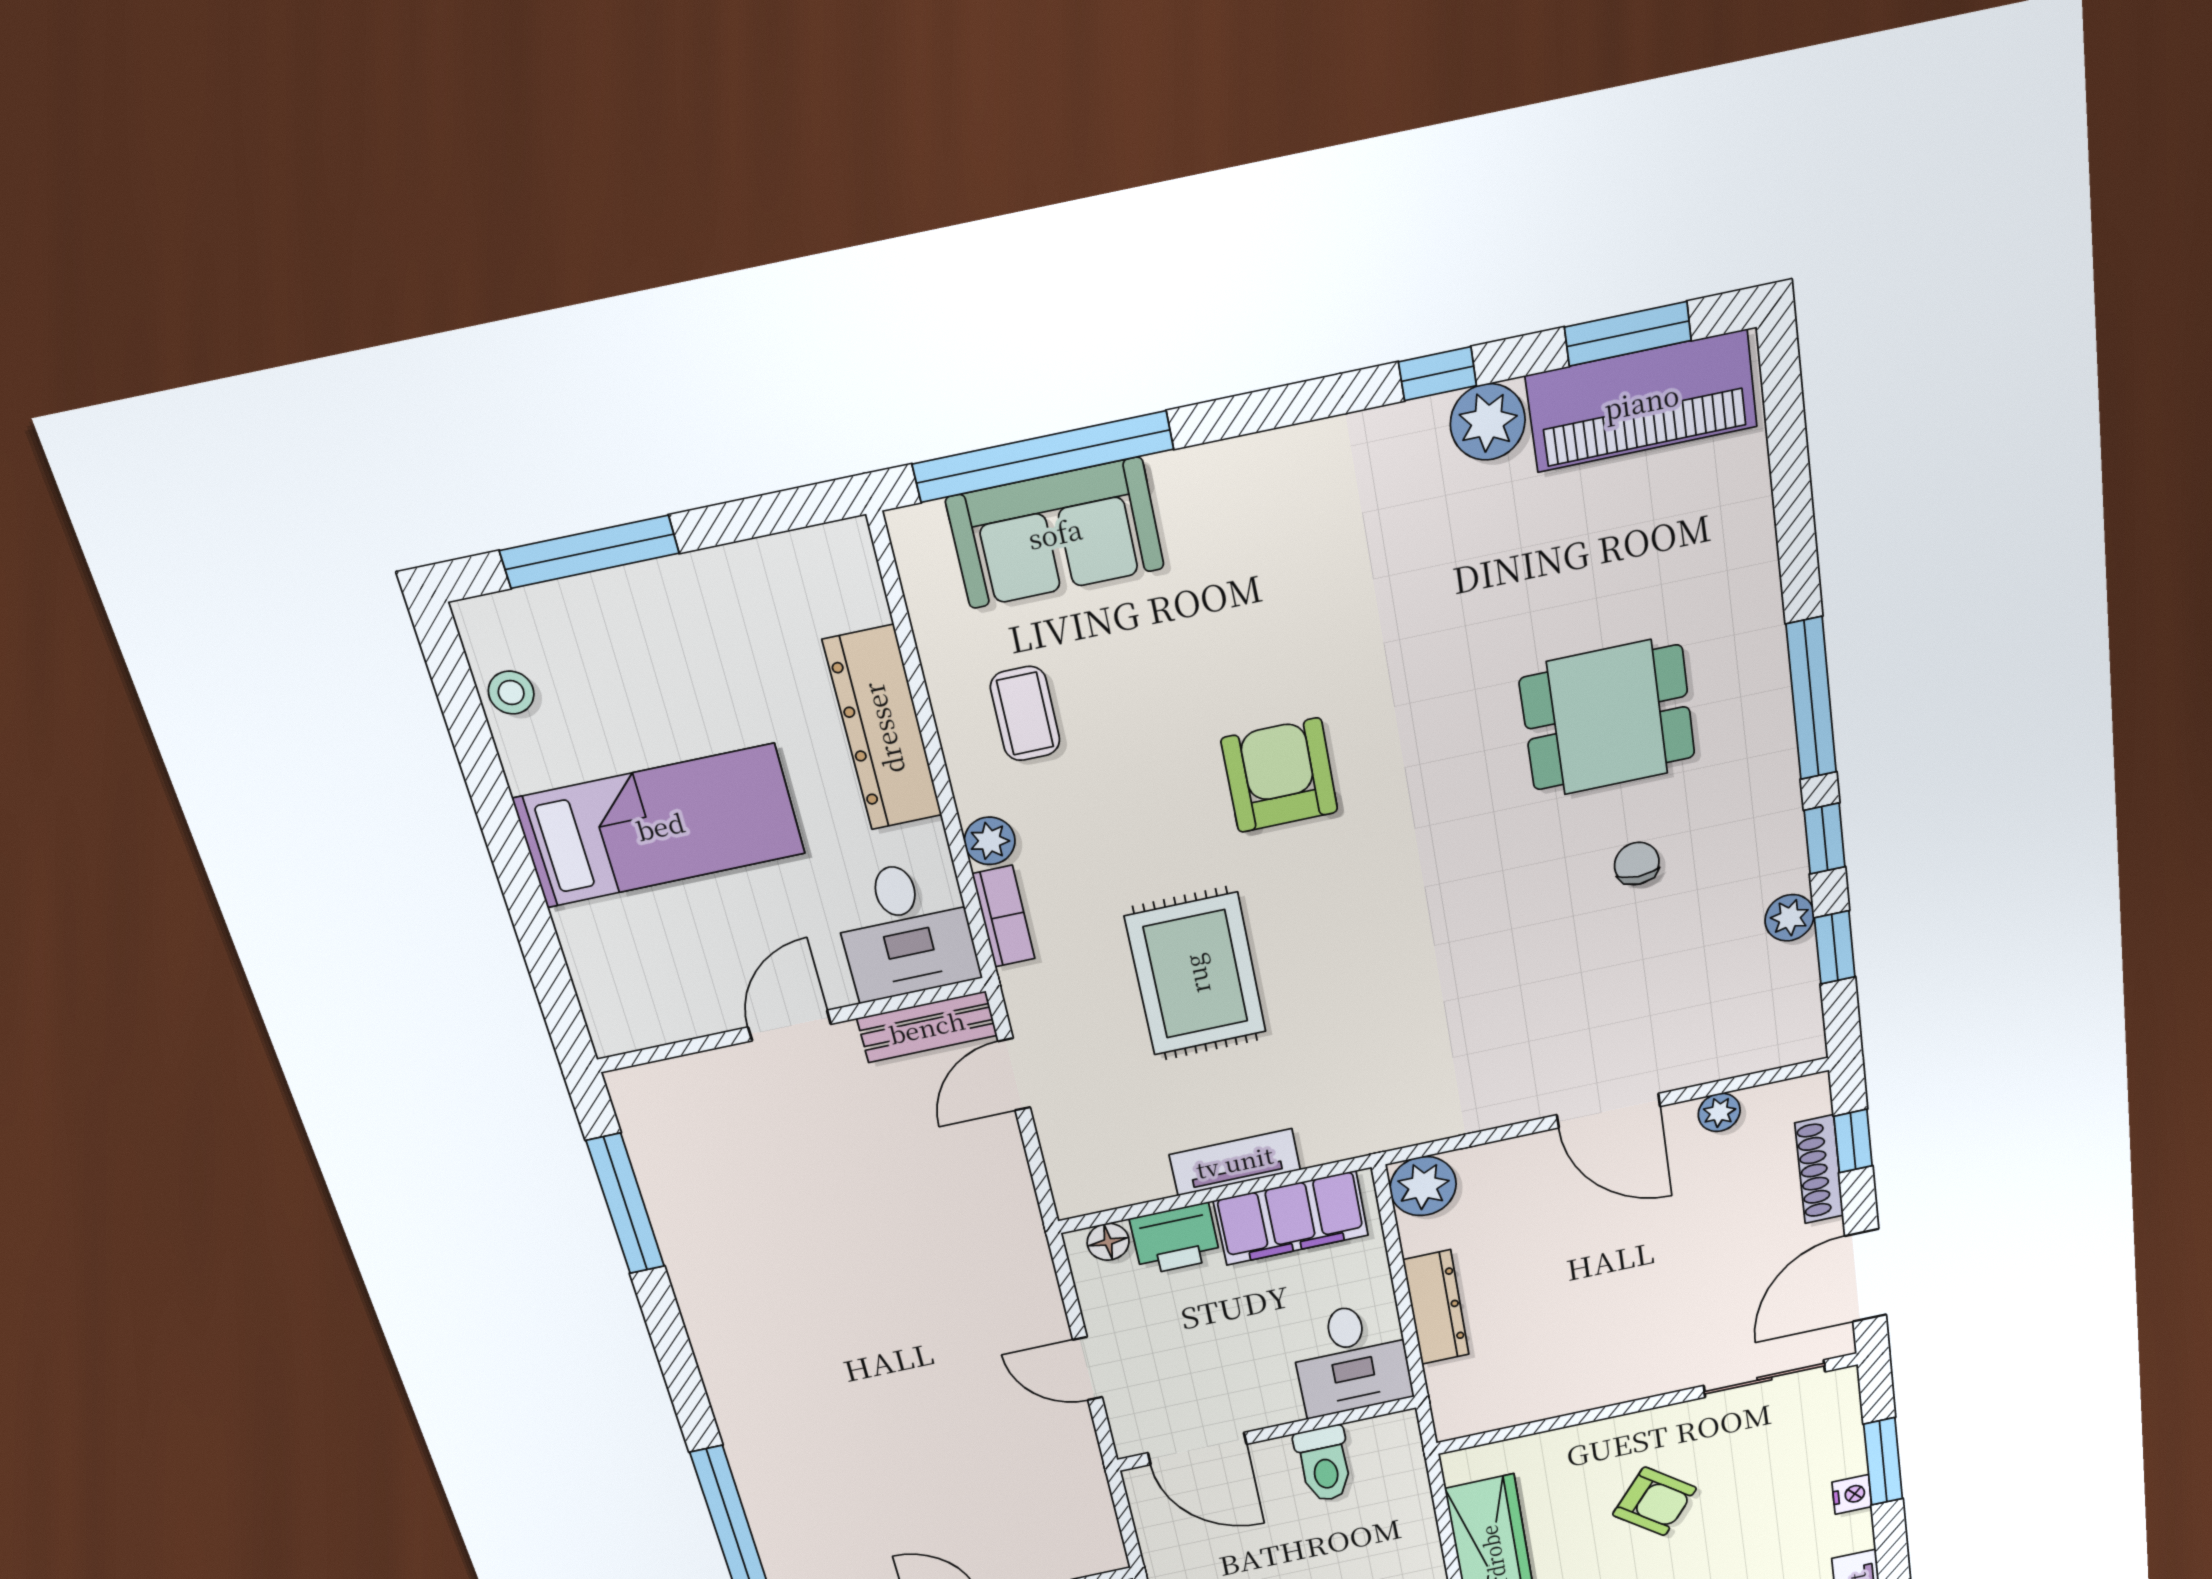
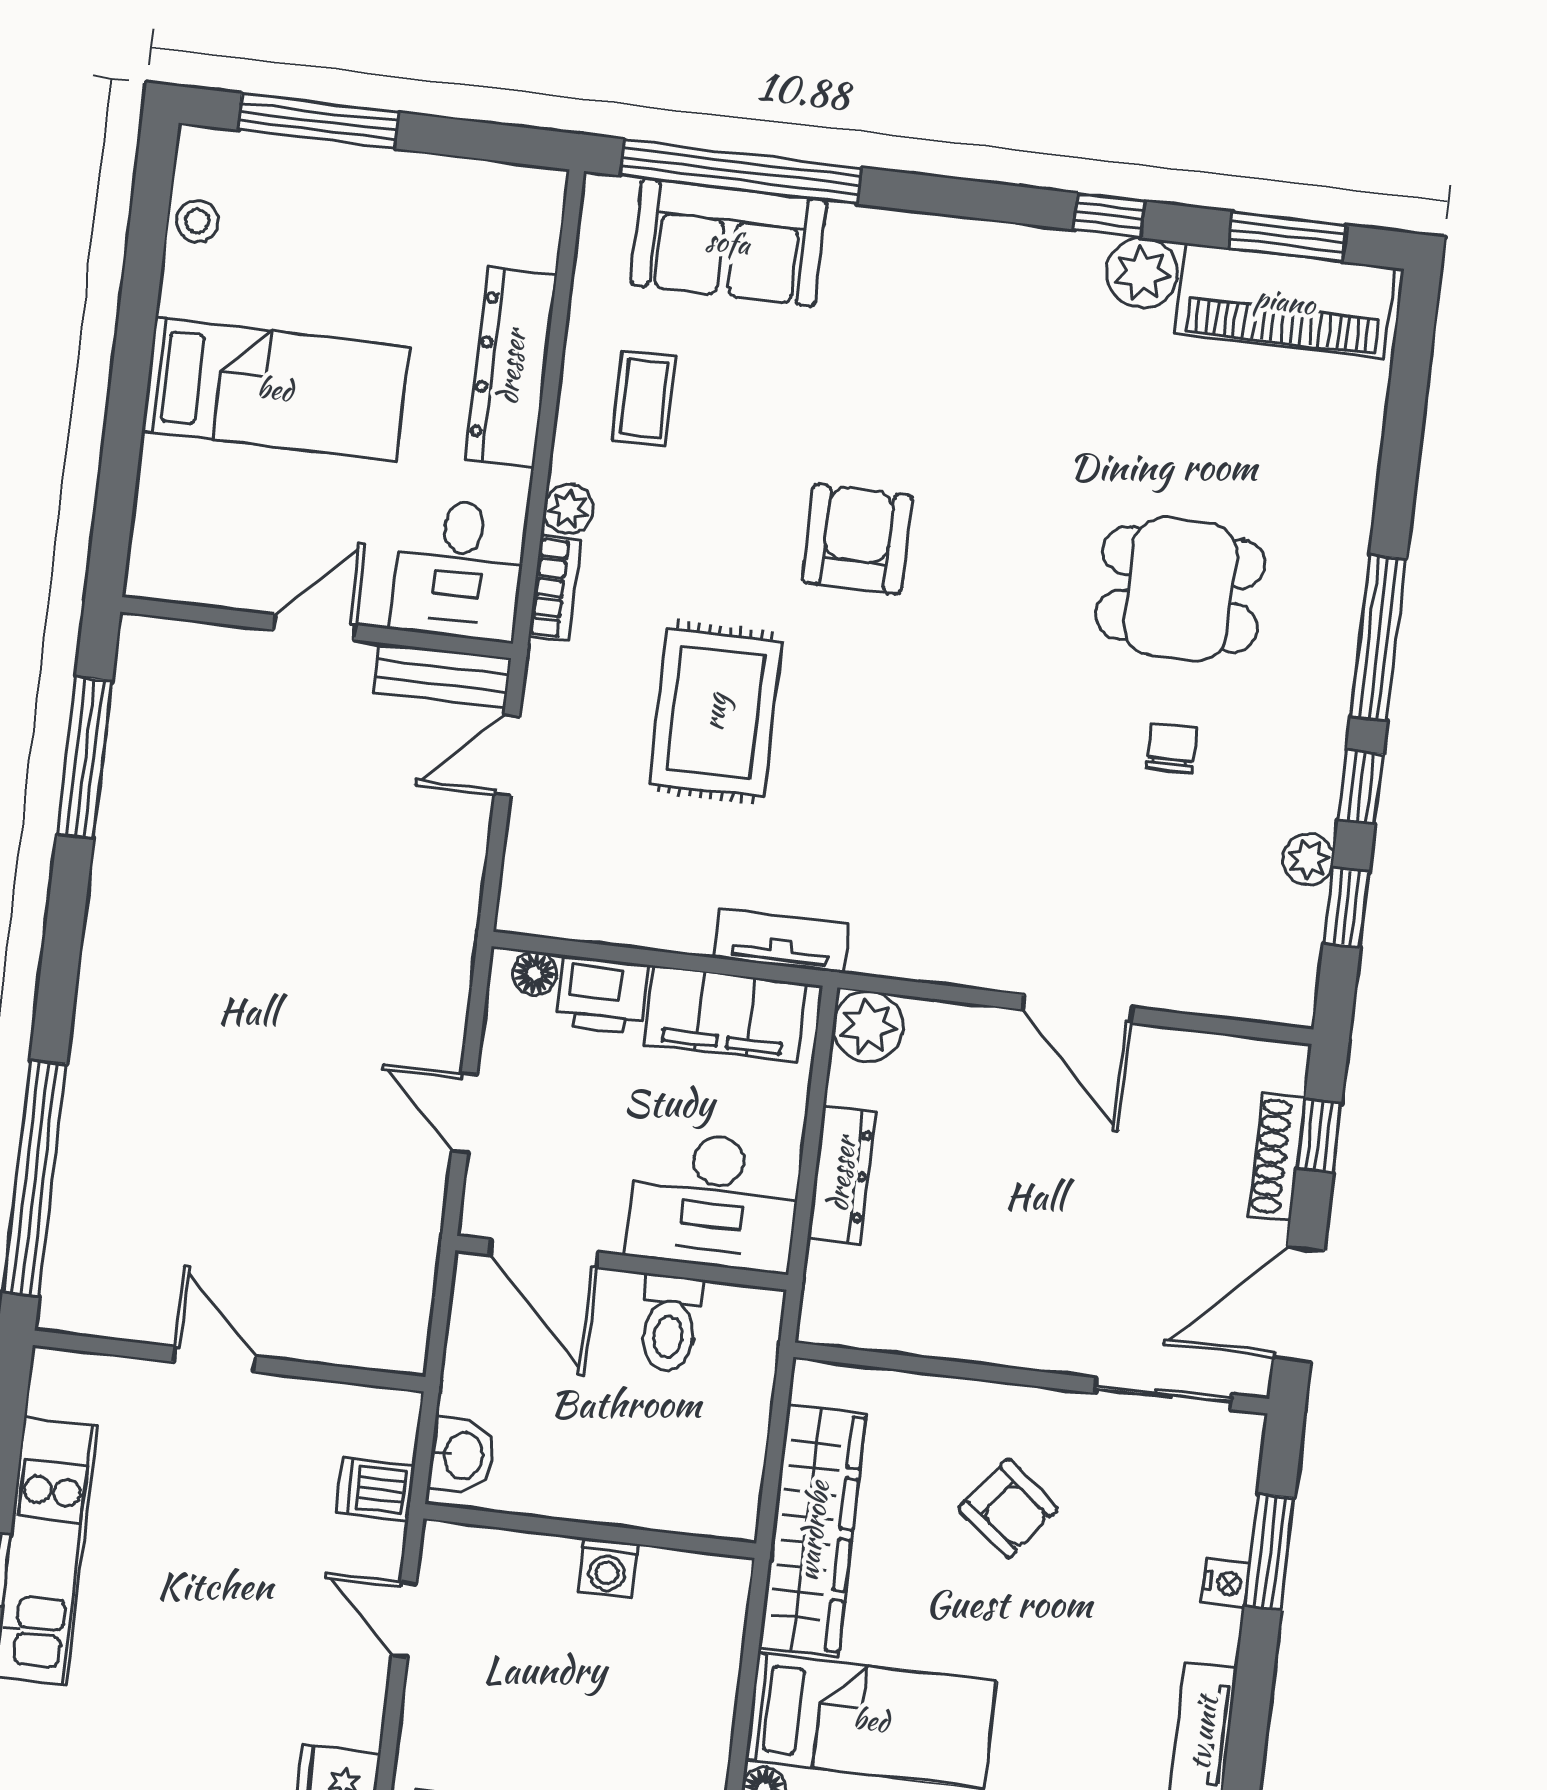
plant: (1719, 1112) -> (1189, 1052), removed
tv unit: (1235, 1162) -> (782, 941), moved
desk: (1351, 1359) -> (714, 1201), width x1.37

